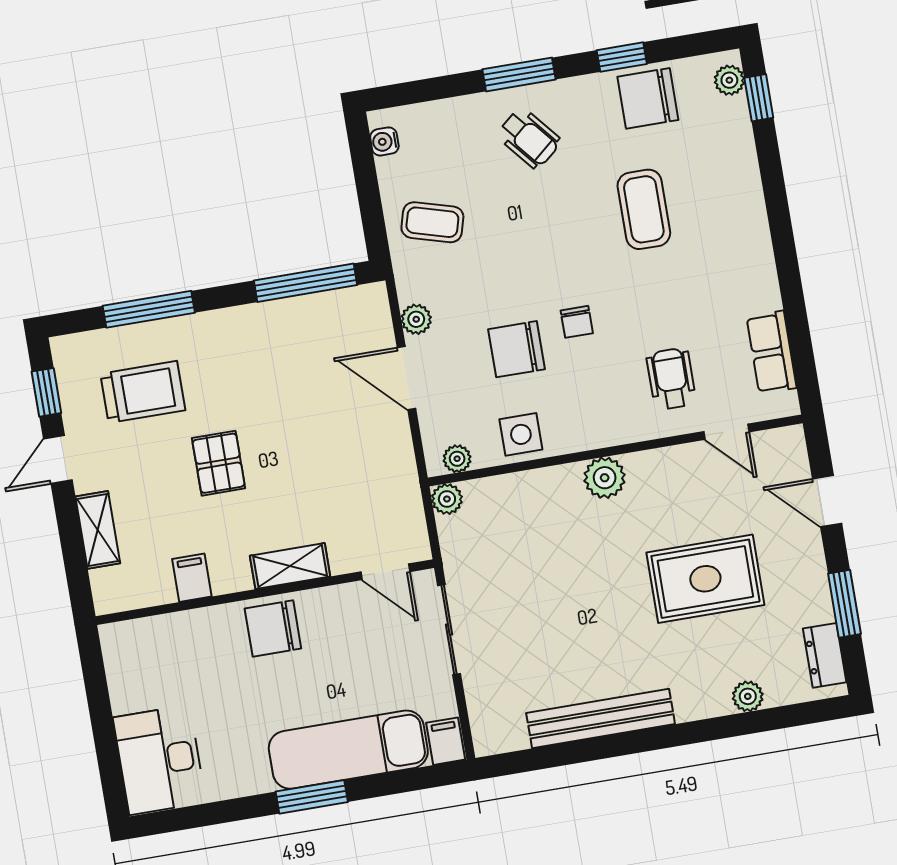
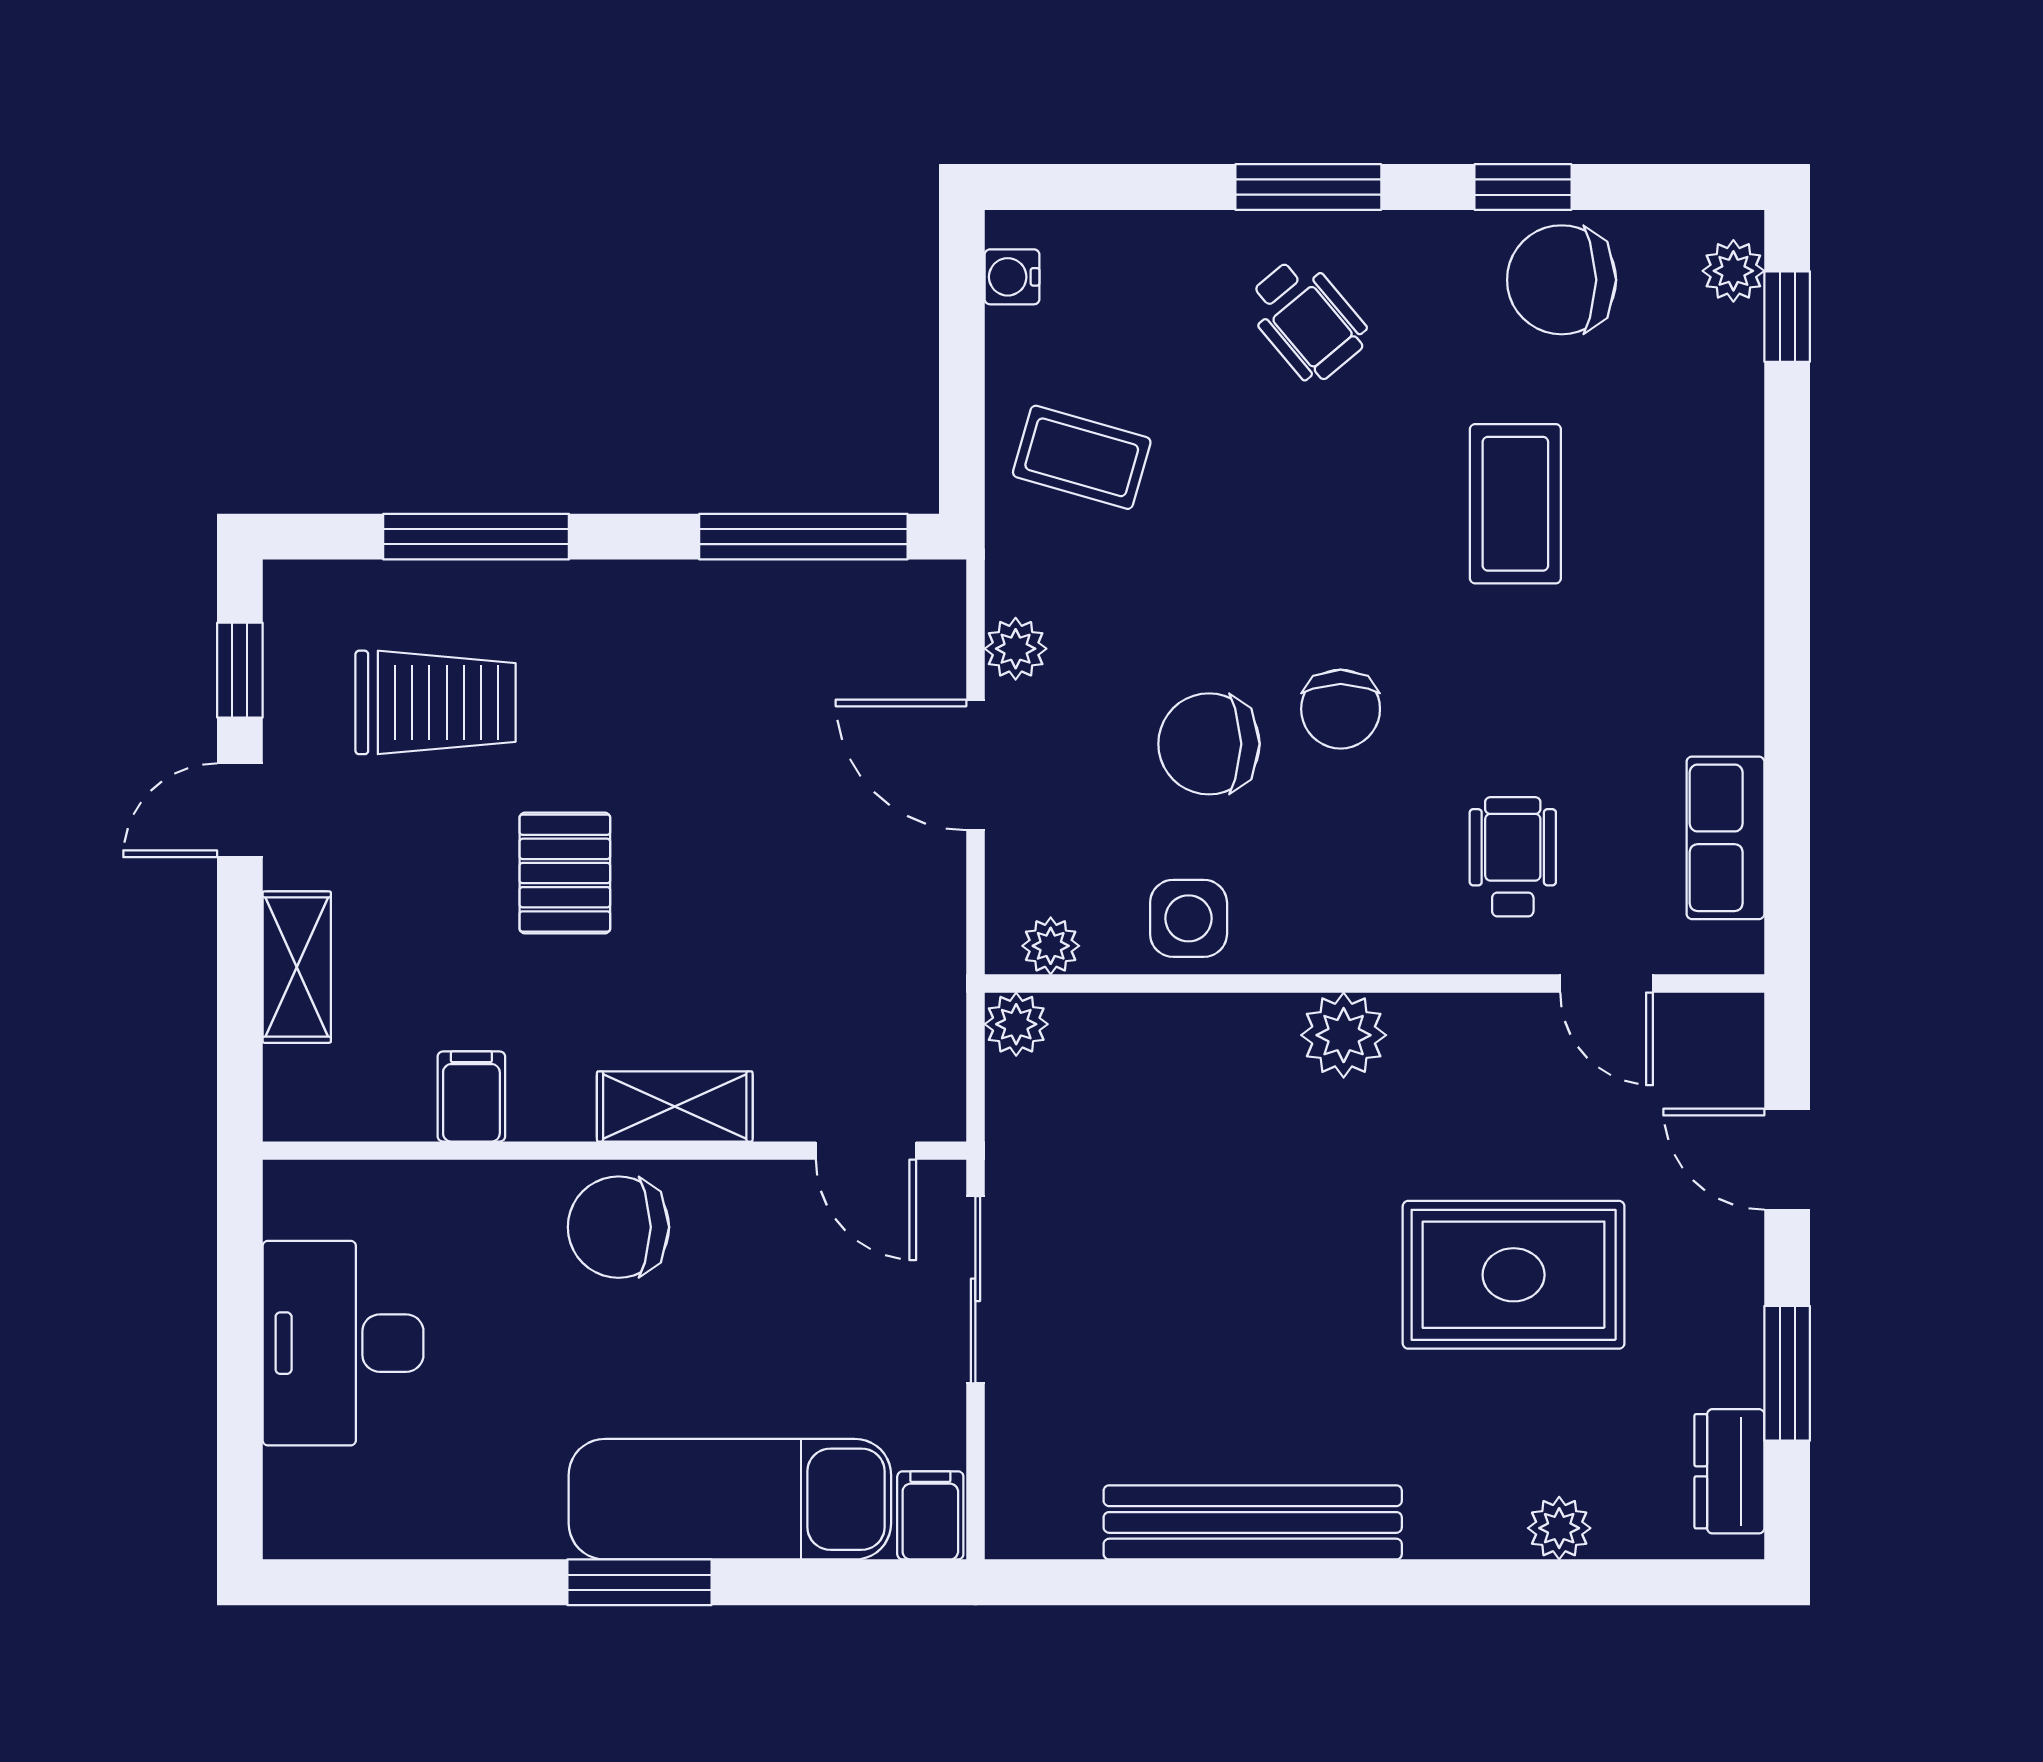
chair: (577, 322) -> (1341, 709), width x1.37, depth x1.37
desk: (159, 760) -> (343, 1343), moved

